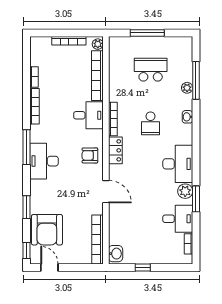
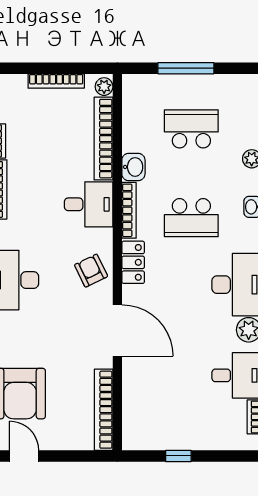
school desk: (151, 123) -> (191, 218), width x1.85
armchair: (90, 155) -> (91, 271), turned 64
door: (106, 192) -> (117, 331), width x1.36
washbasin: (116, 254) -> (133, 167), moved

